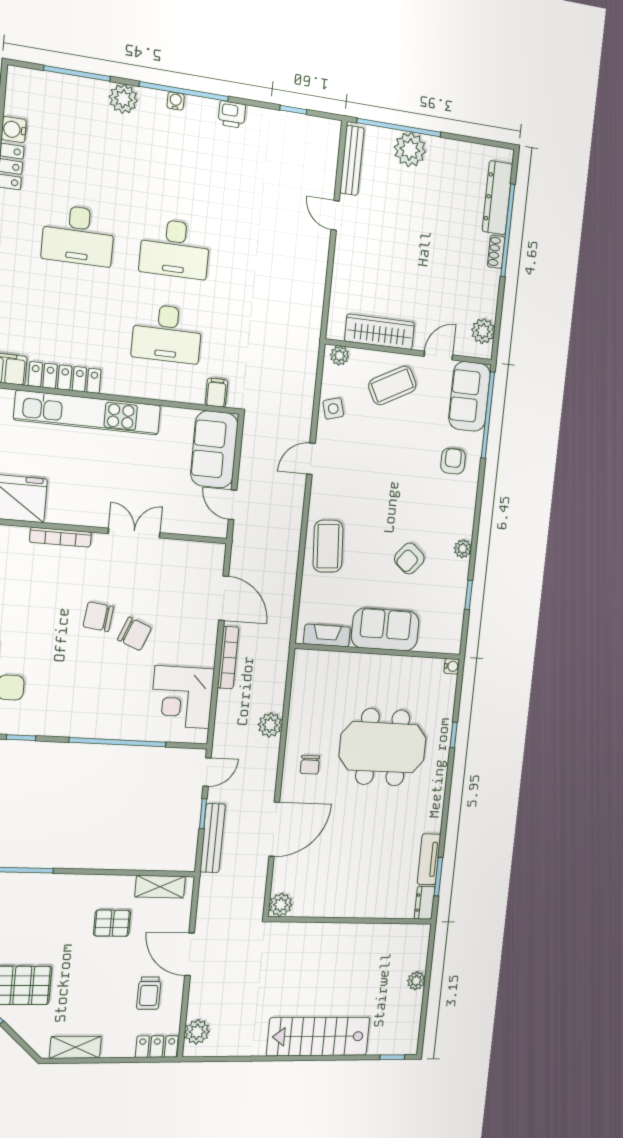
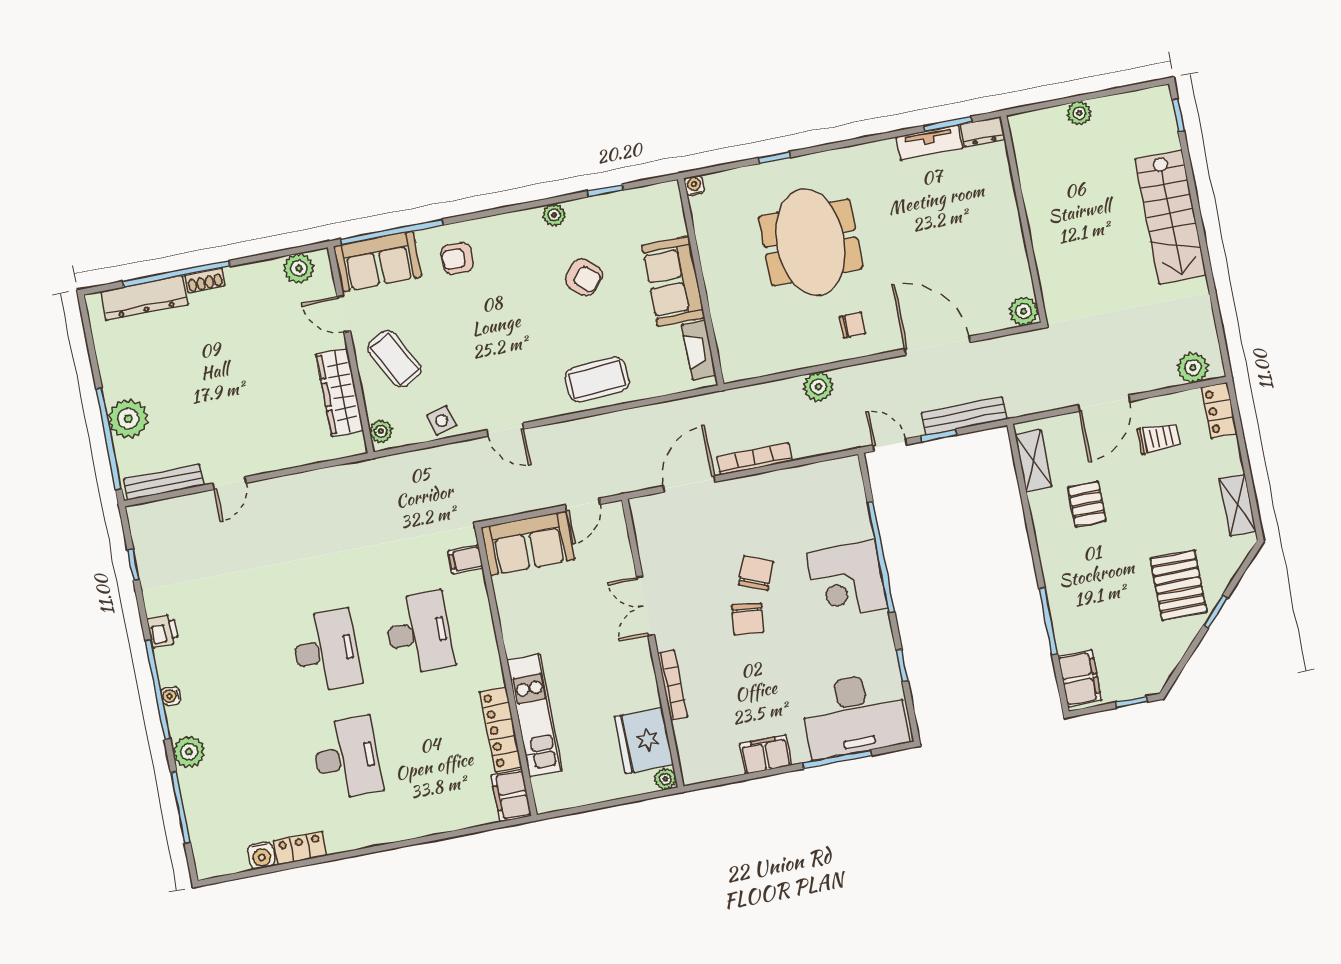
kitchen unit: (88, 413) -> (535, 715), width x0.73
corner desk: (182, 697) -> (847, 580), moved, turned 90

